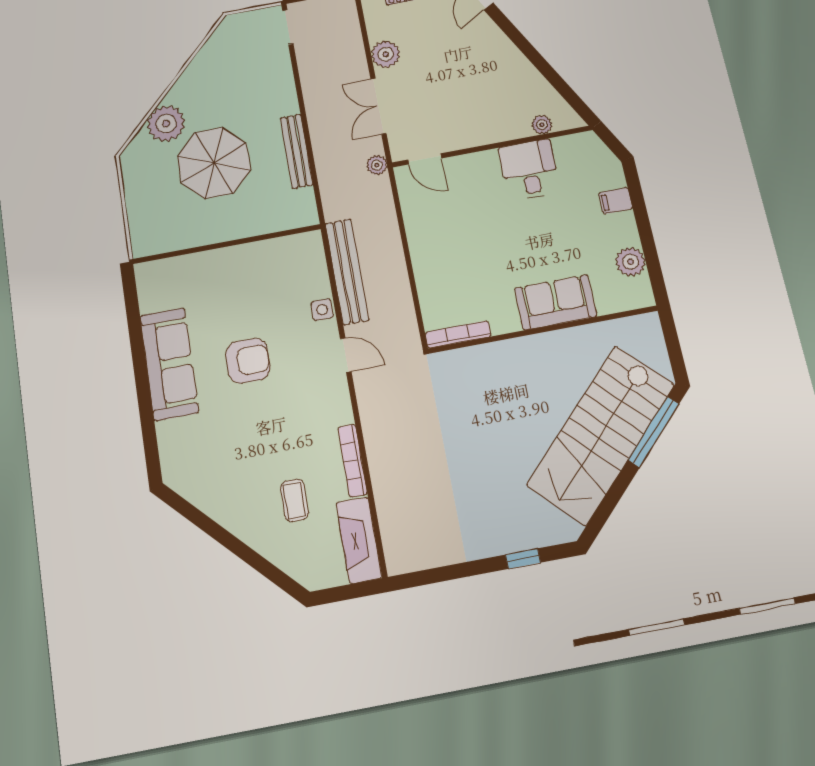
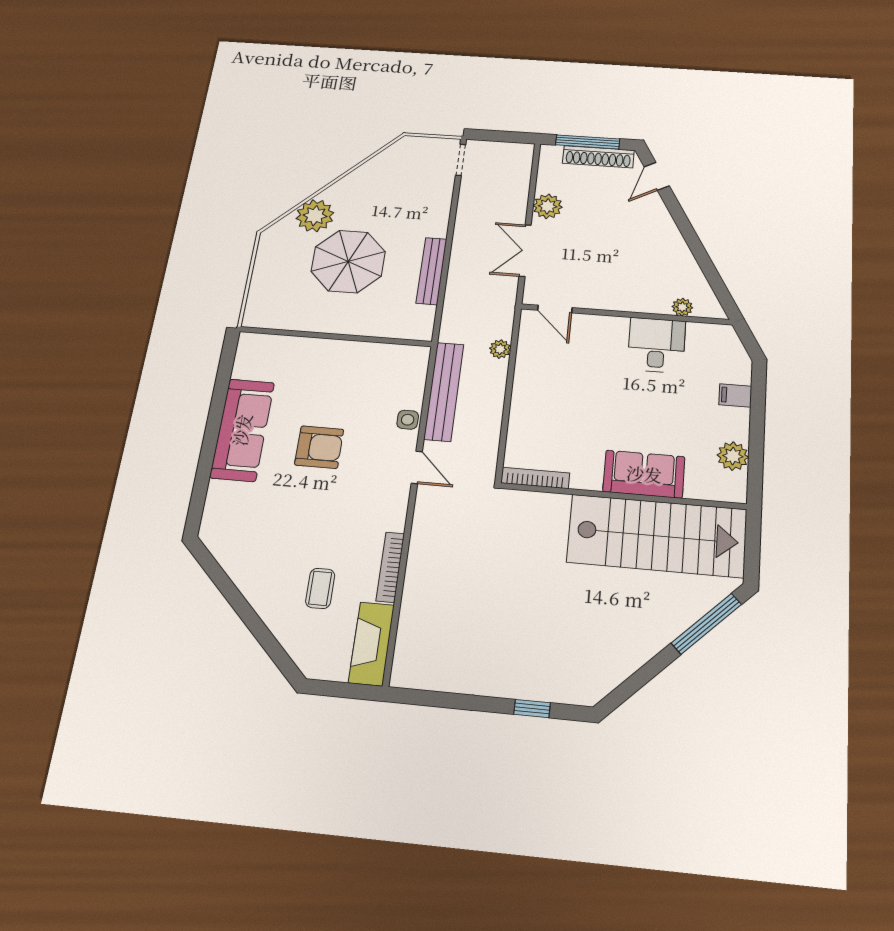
plant: (377, 165) -> (500, 349), moved
stairs: (601, 435) -> (657, 536), moved, turned -135

